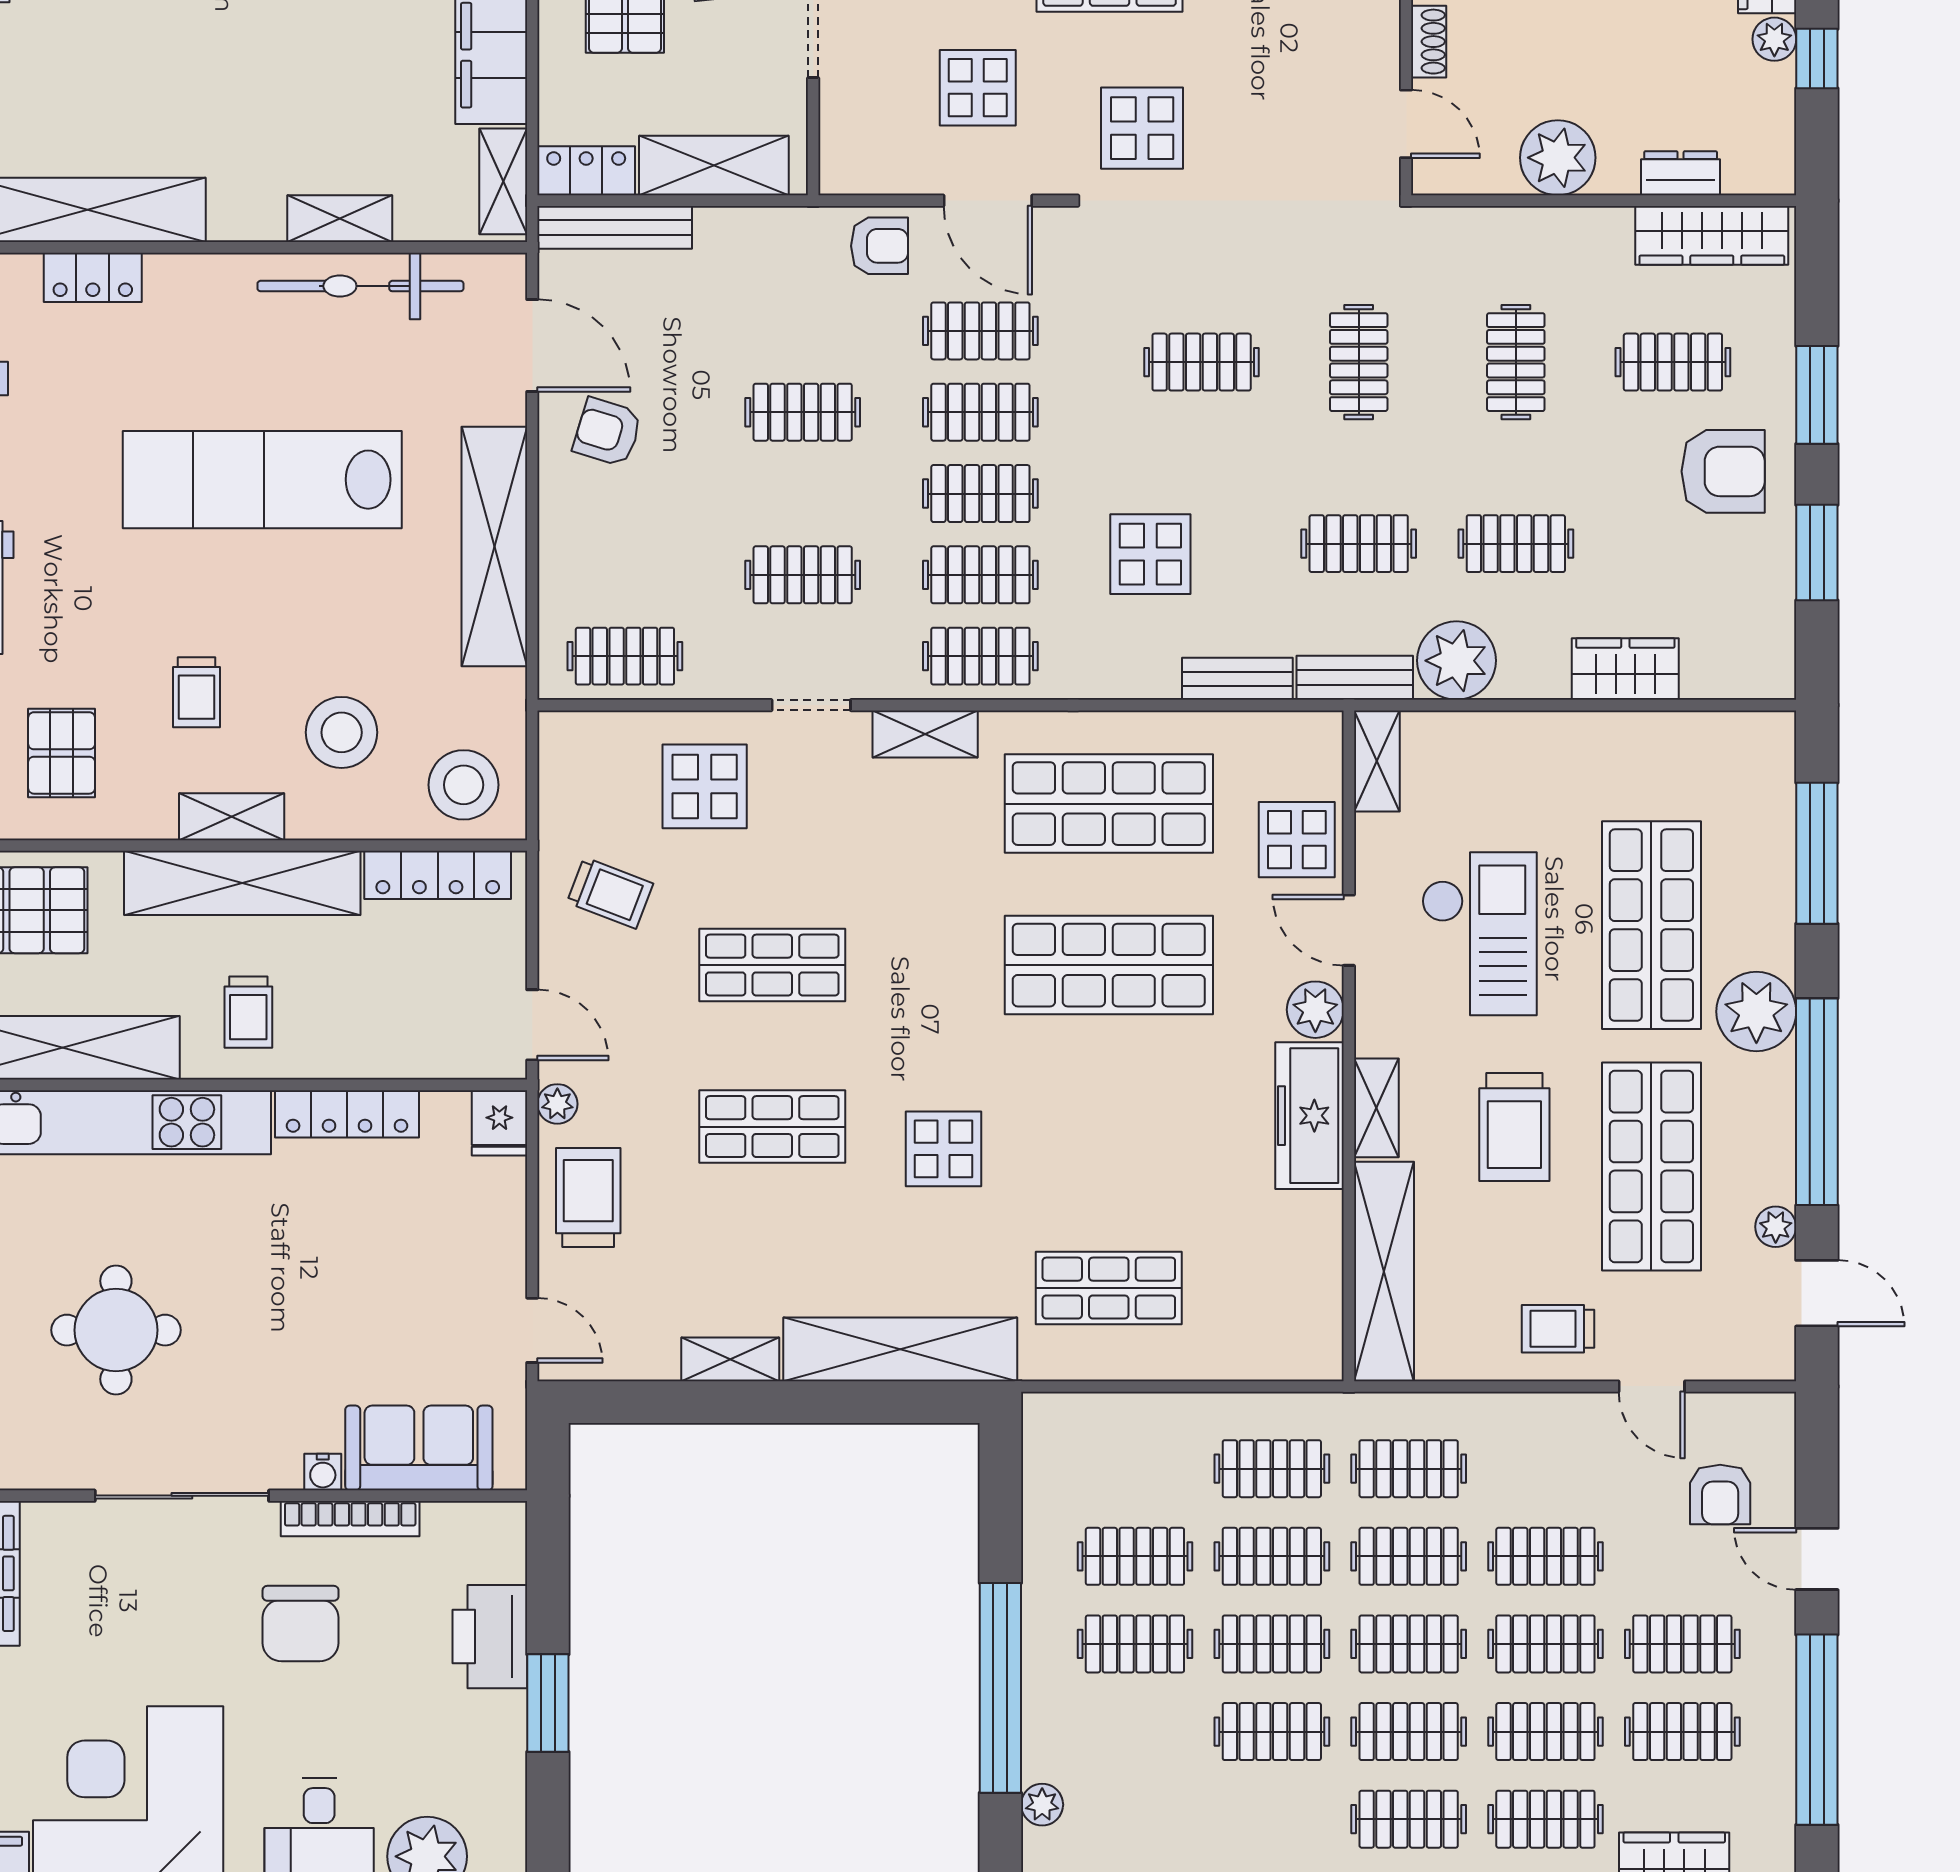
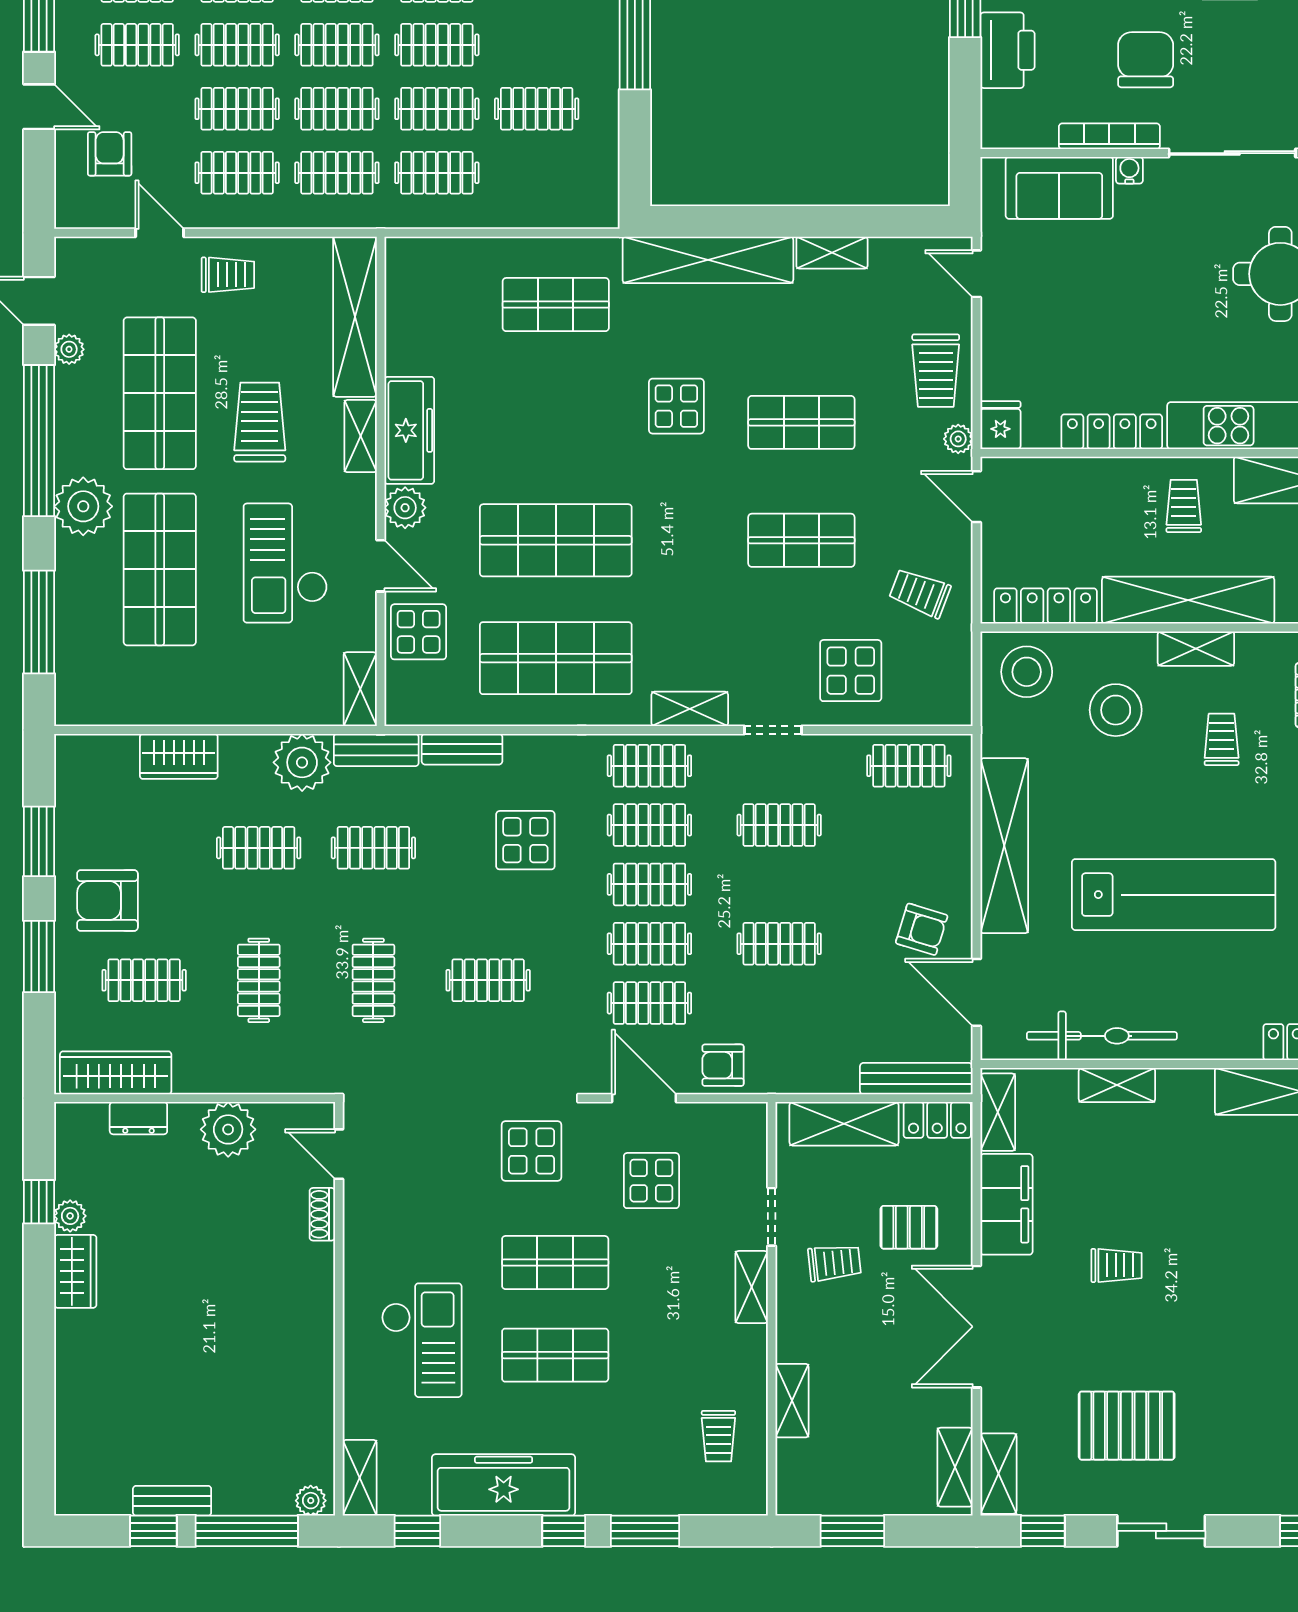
clothes rail: (1135, 1644) -> (237, 173), moved

